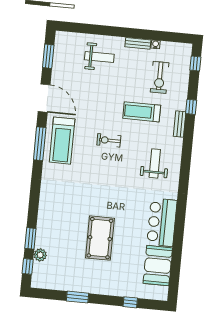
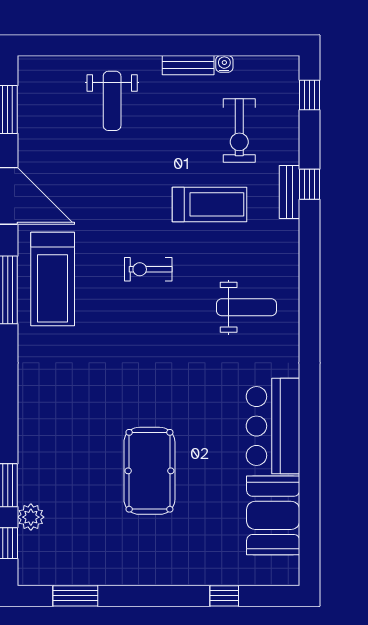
weight bench: (99, 57) -> (112, 101), turned 90
treadmill: (142, 112) -> (209, 204), turned 180
bench: (180, 124) -> (289, 192), moved
weight bench: (155, 163) -> (246, 307), turned 90
window: (77, 297) -> (75, 596), moved

